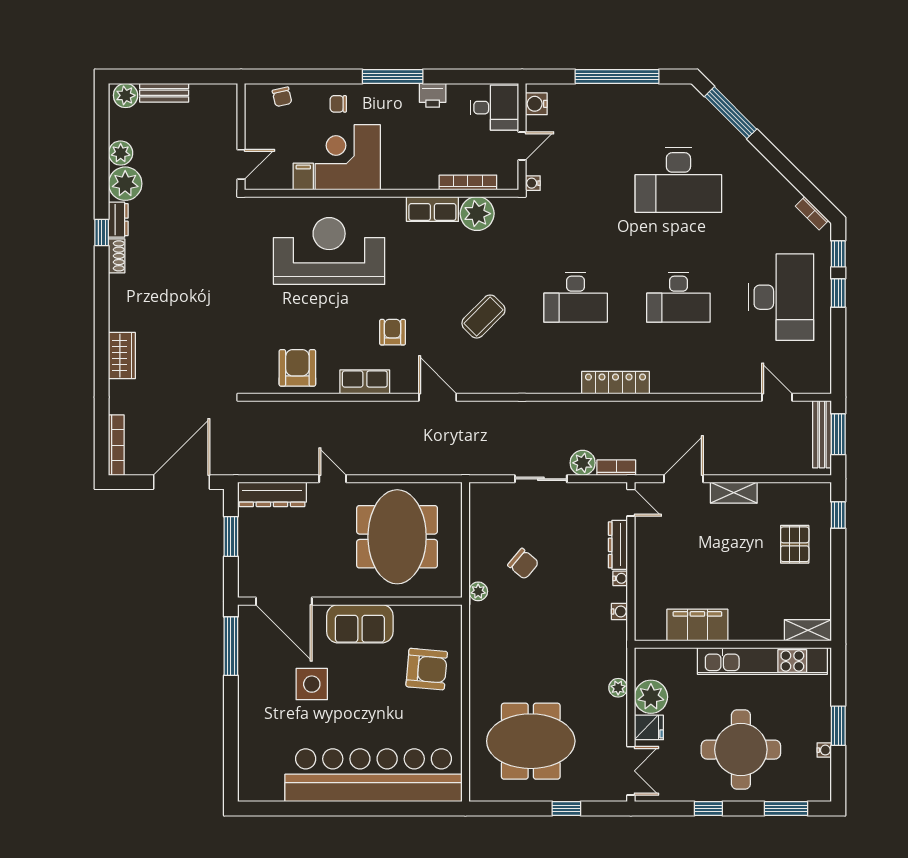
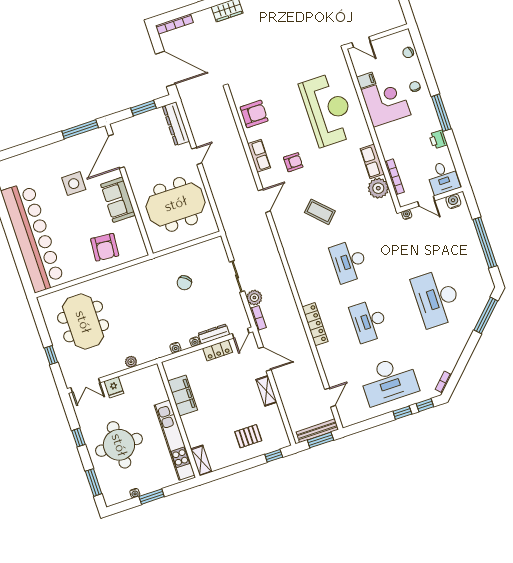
locker: (615, 383) -> (315, 324), moved
locker: (645, 547) -> (218, 350), added
plant: (478, 591) -> (160, 262), removed
plant: (651, 697) -> (132, 382), removed

